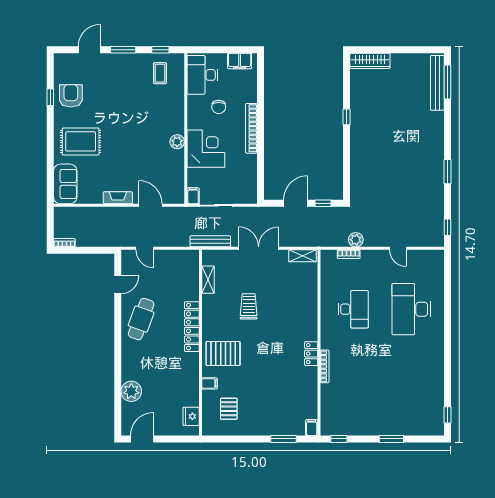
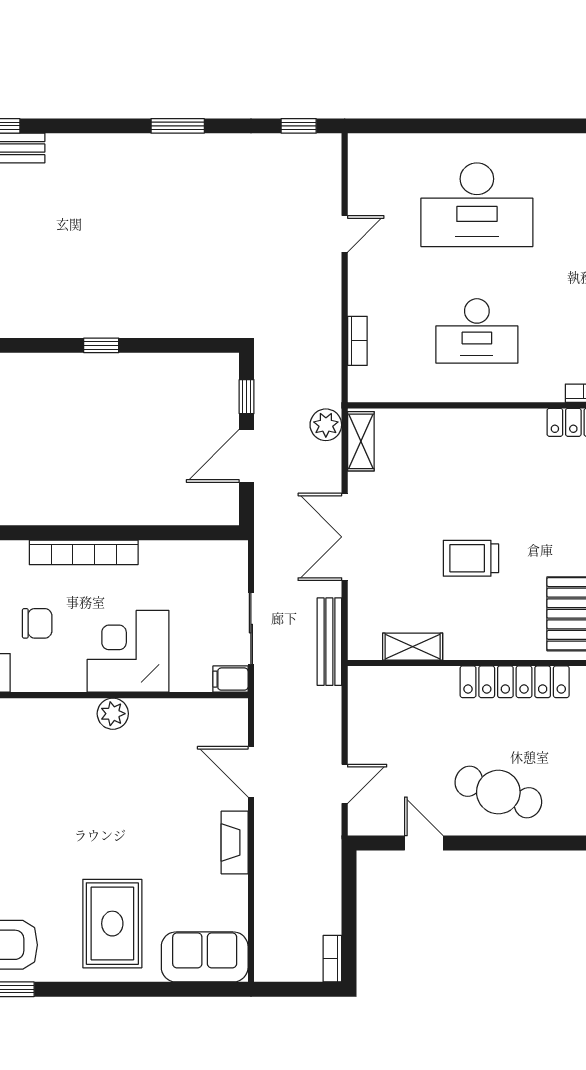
window: (347, 117) -> (101, 345), moved
door: (296, 203) -> (247, 456), hinge flipped
door: (150, 205) -> (251, 772), hinge flipped
plant: (356, 240) -> (326, 425), moved
desk: (353, 309) -> (477, 331), turned 180

